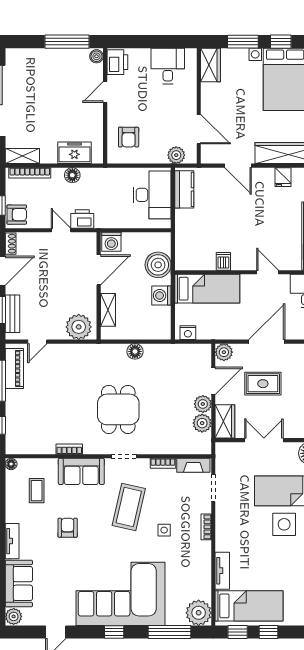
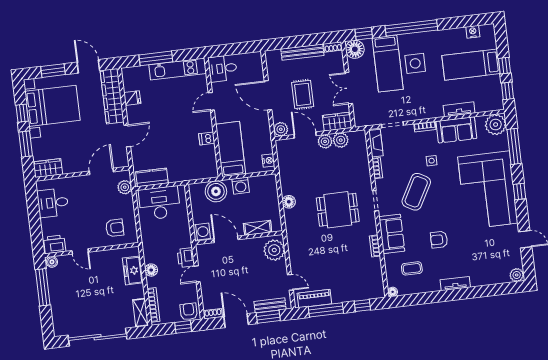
coffee table: (129, 507) -> (416, 192), turned -74
sofa: (19, 583) -> (456, 130), moved, turned 180
bed: (249, 606) -> (471, 65), moved, turned -90

